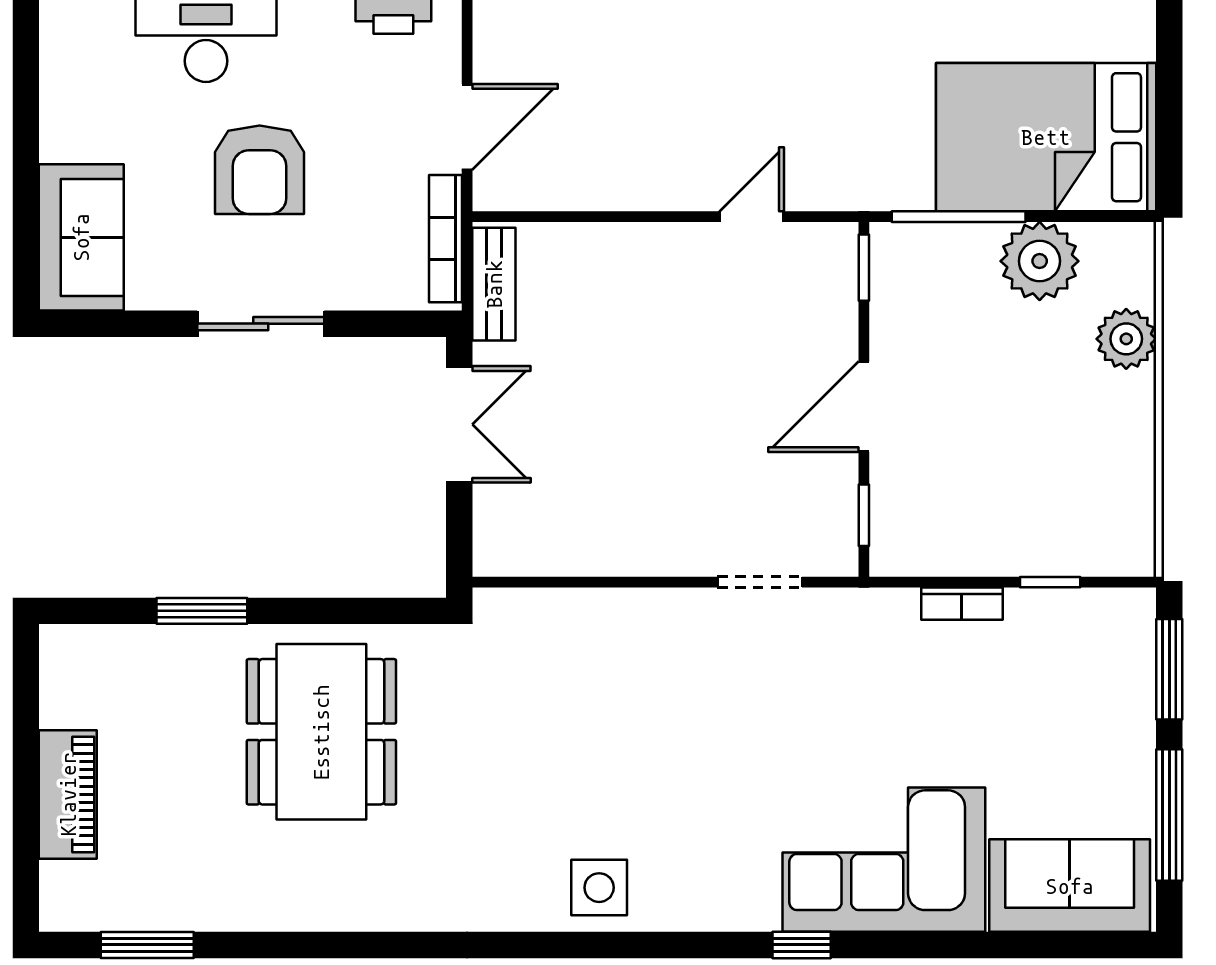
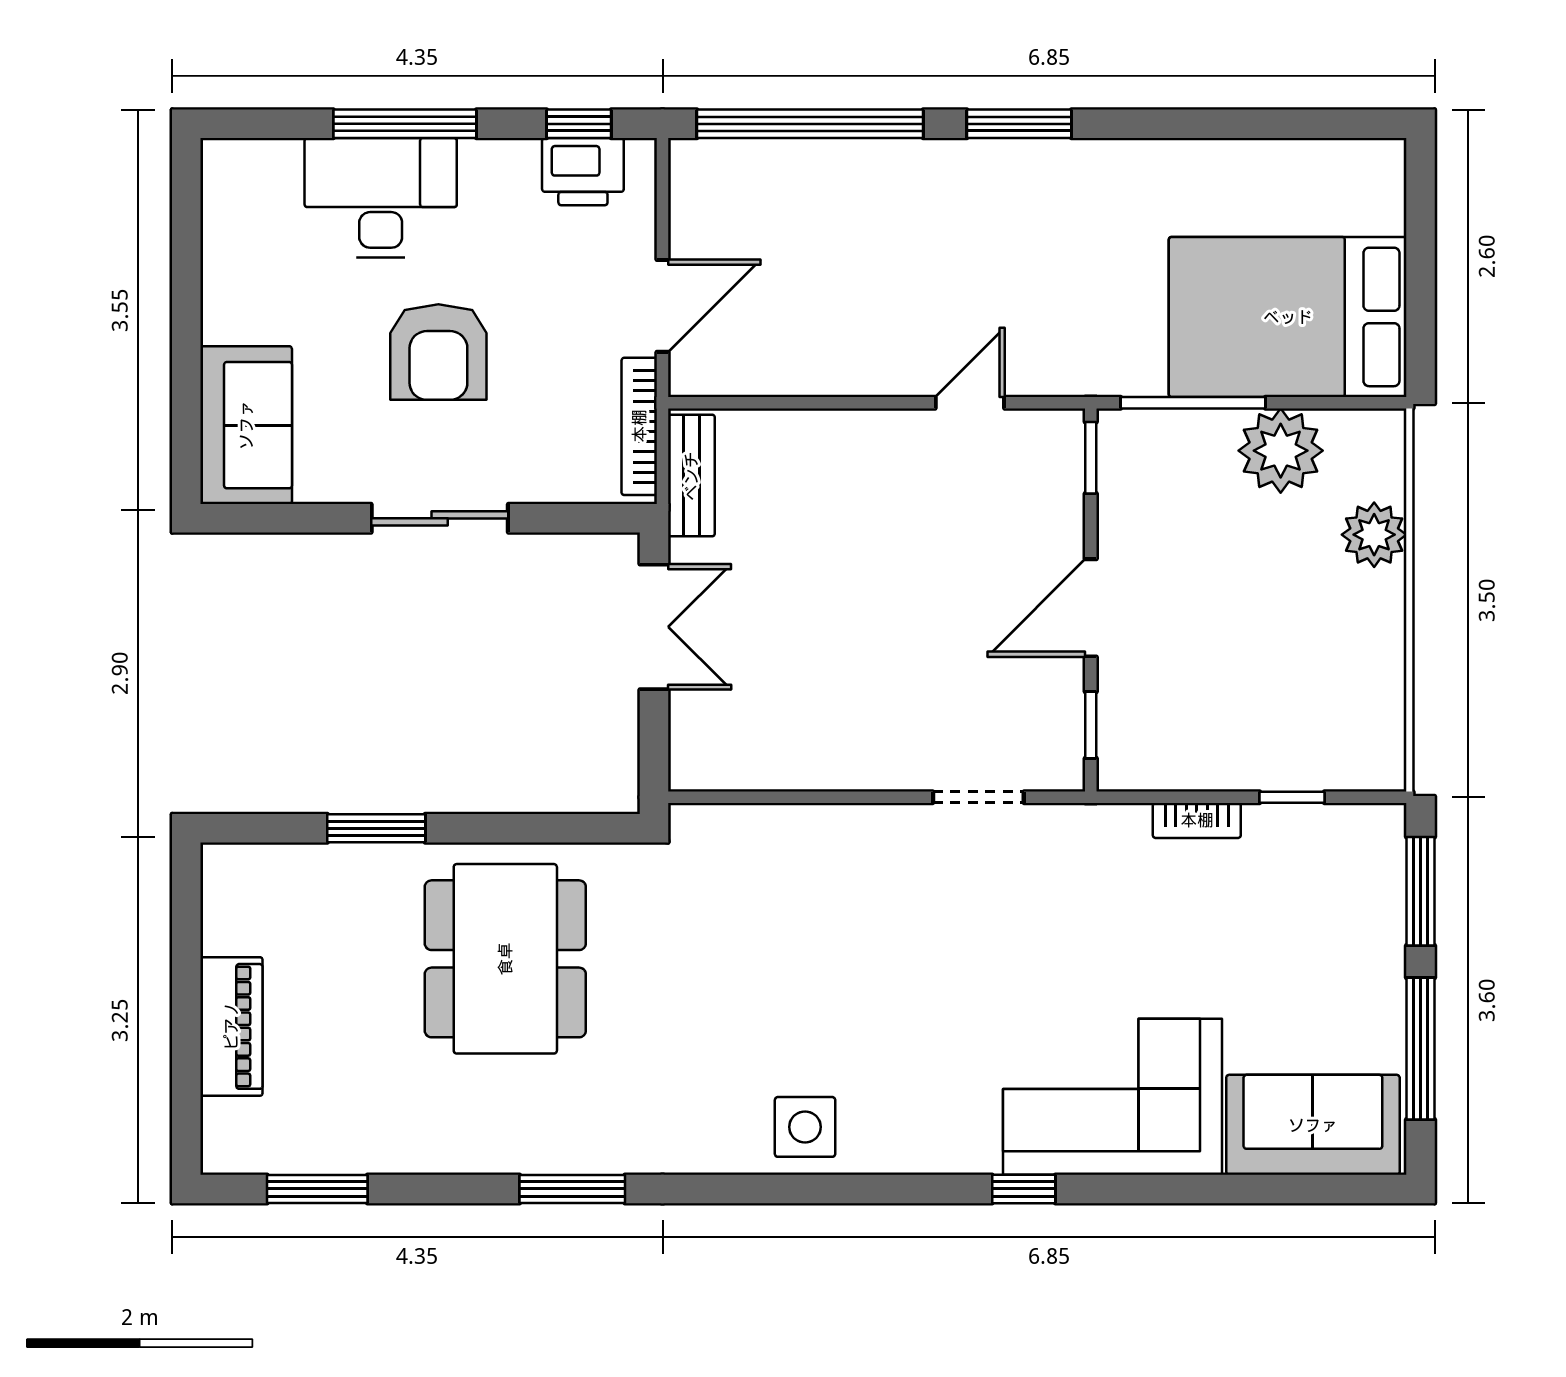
window: (383, 945) -> (572, 1189), added

